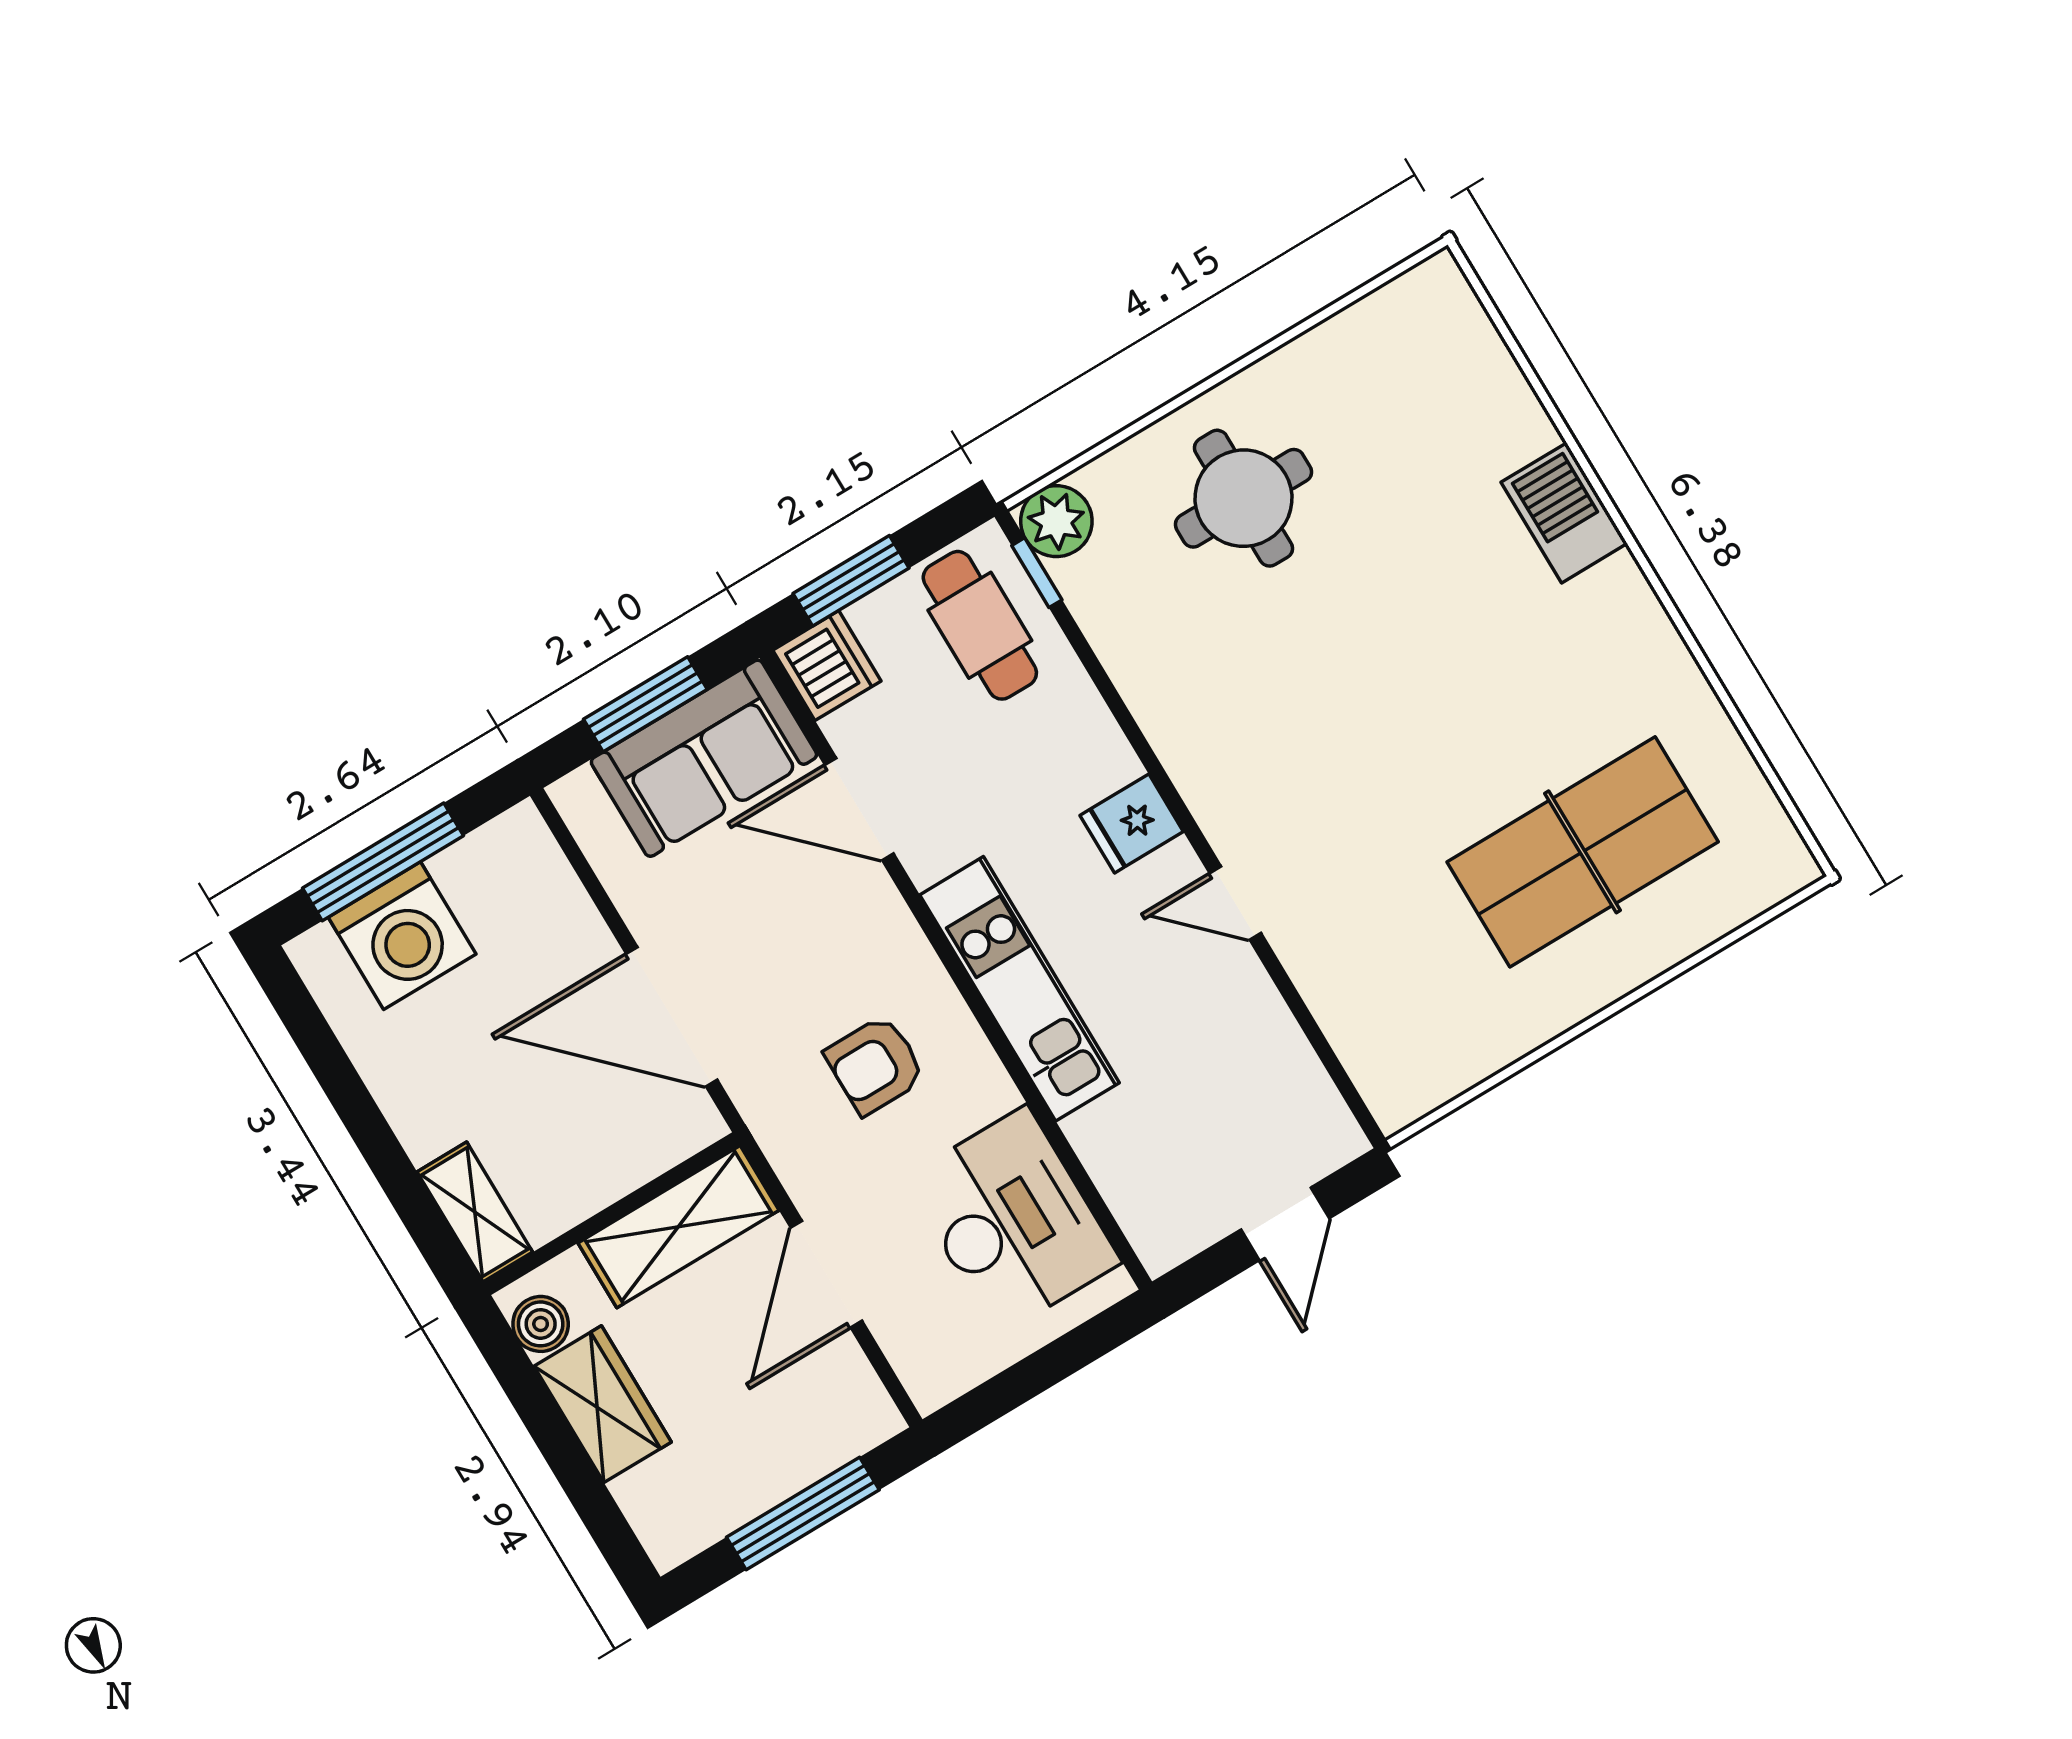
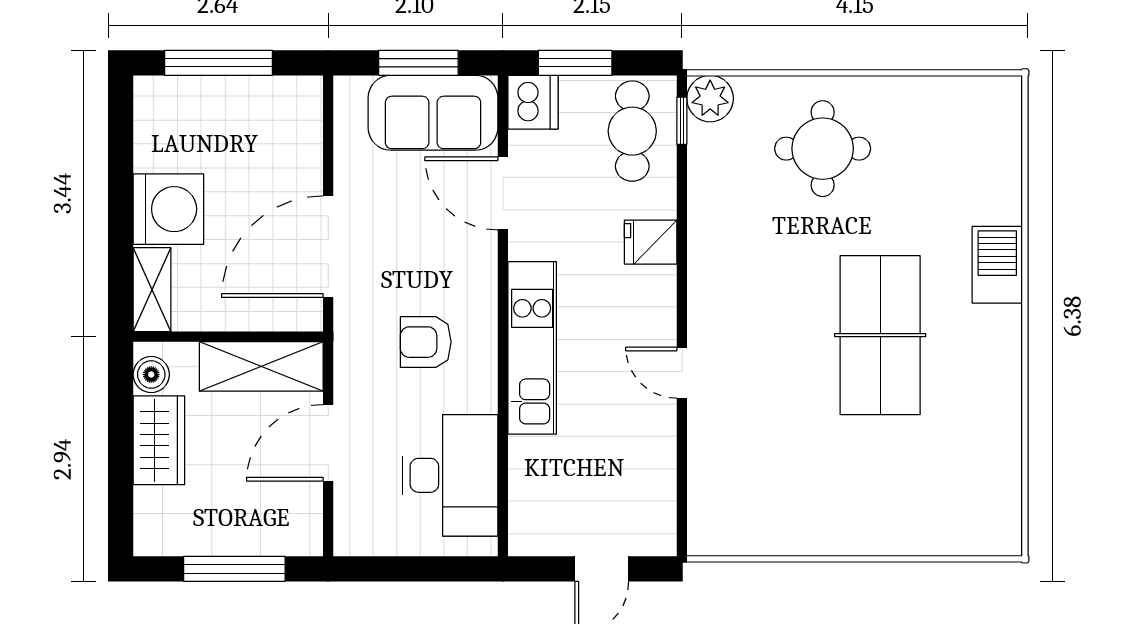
fridge: (1132, 823) -> (651, 242), moved
table tennis table: (1583, 852) -> (880, 335), moved, turned 90
washing machine: (402, 936) -> (168, 209), moved, turned -90
door: (672, 1017) -> (328, 247), hinge flipped

